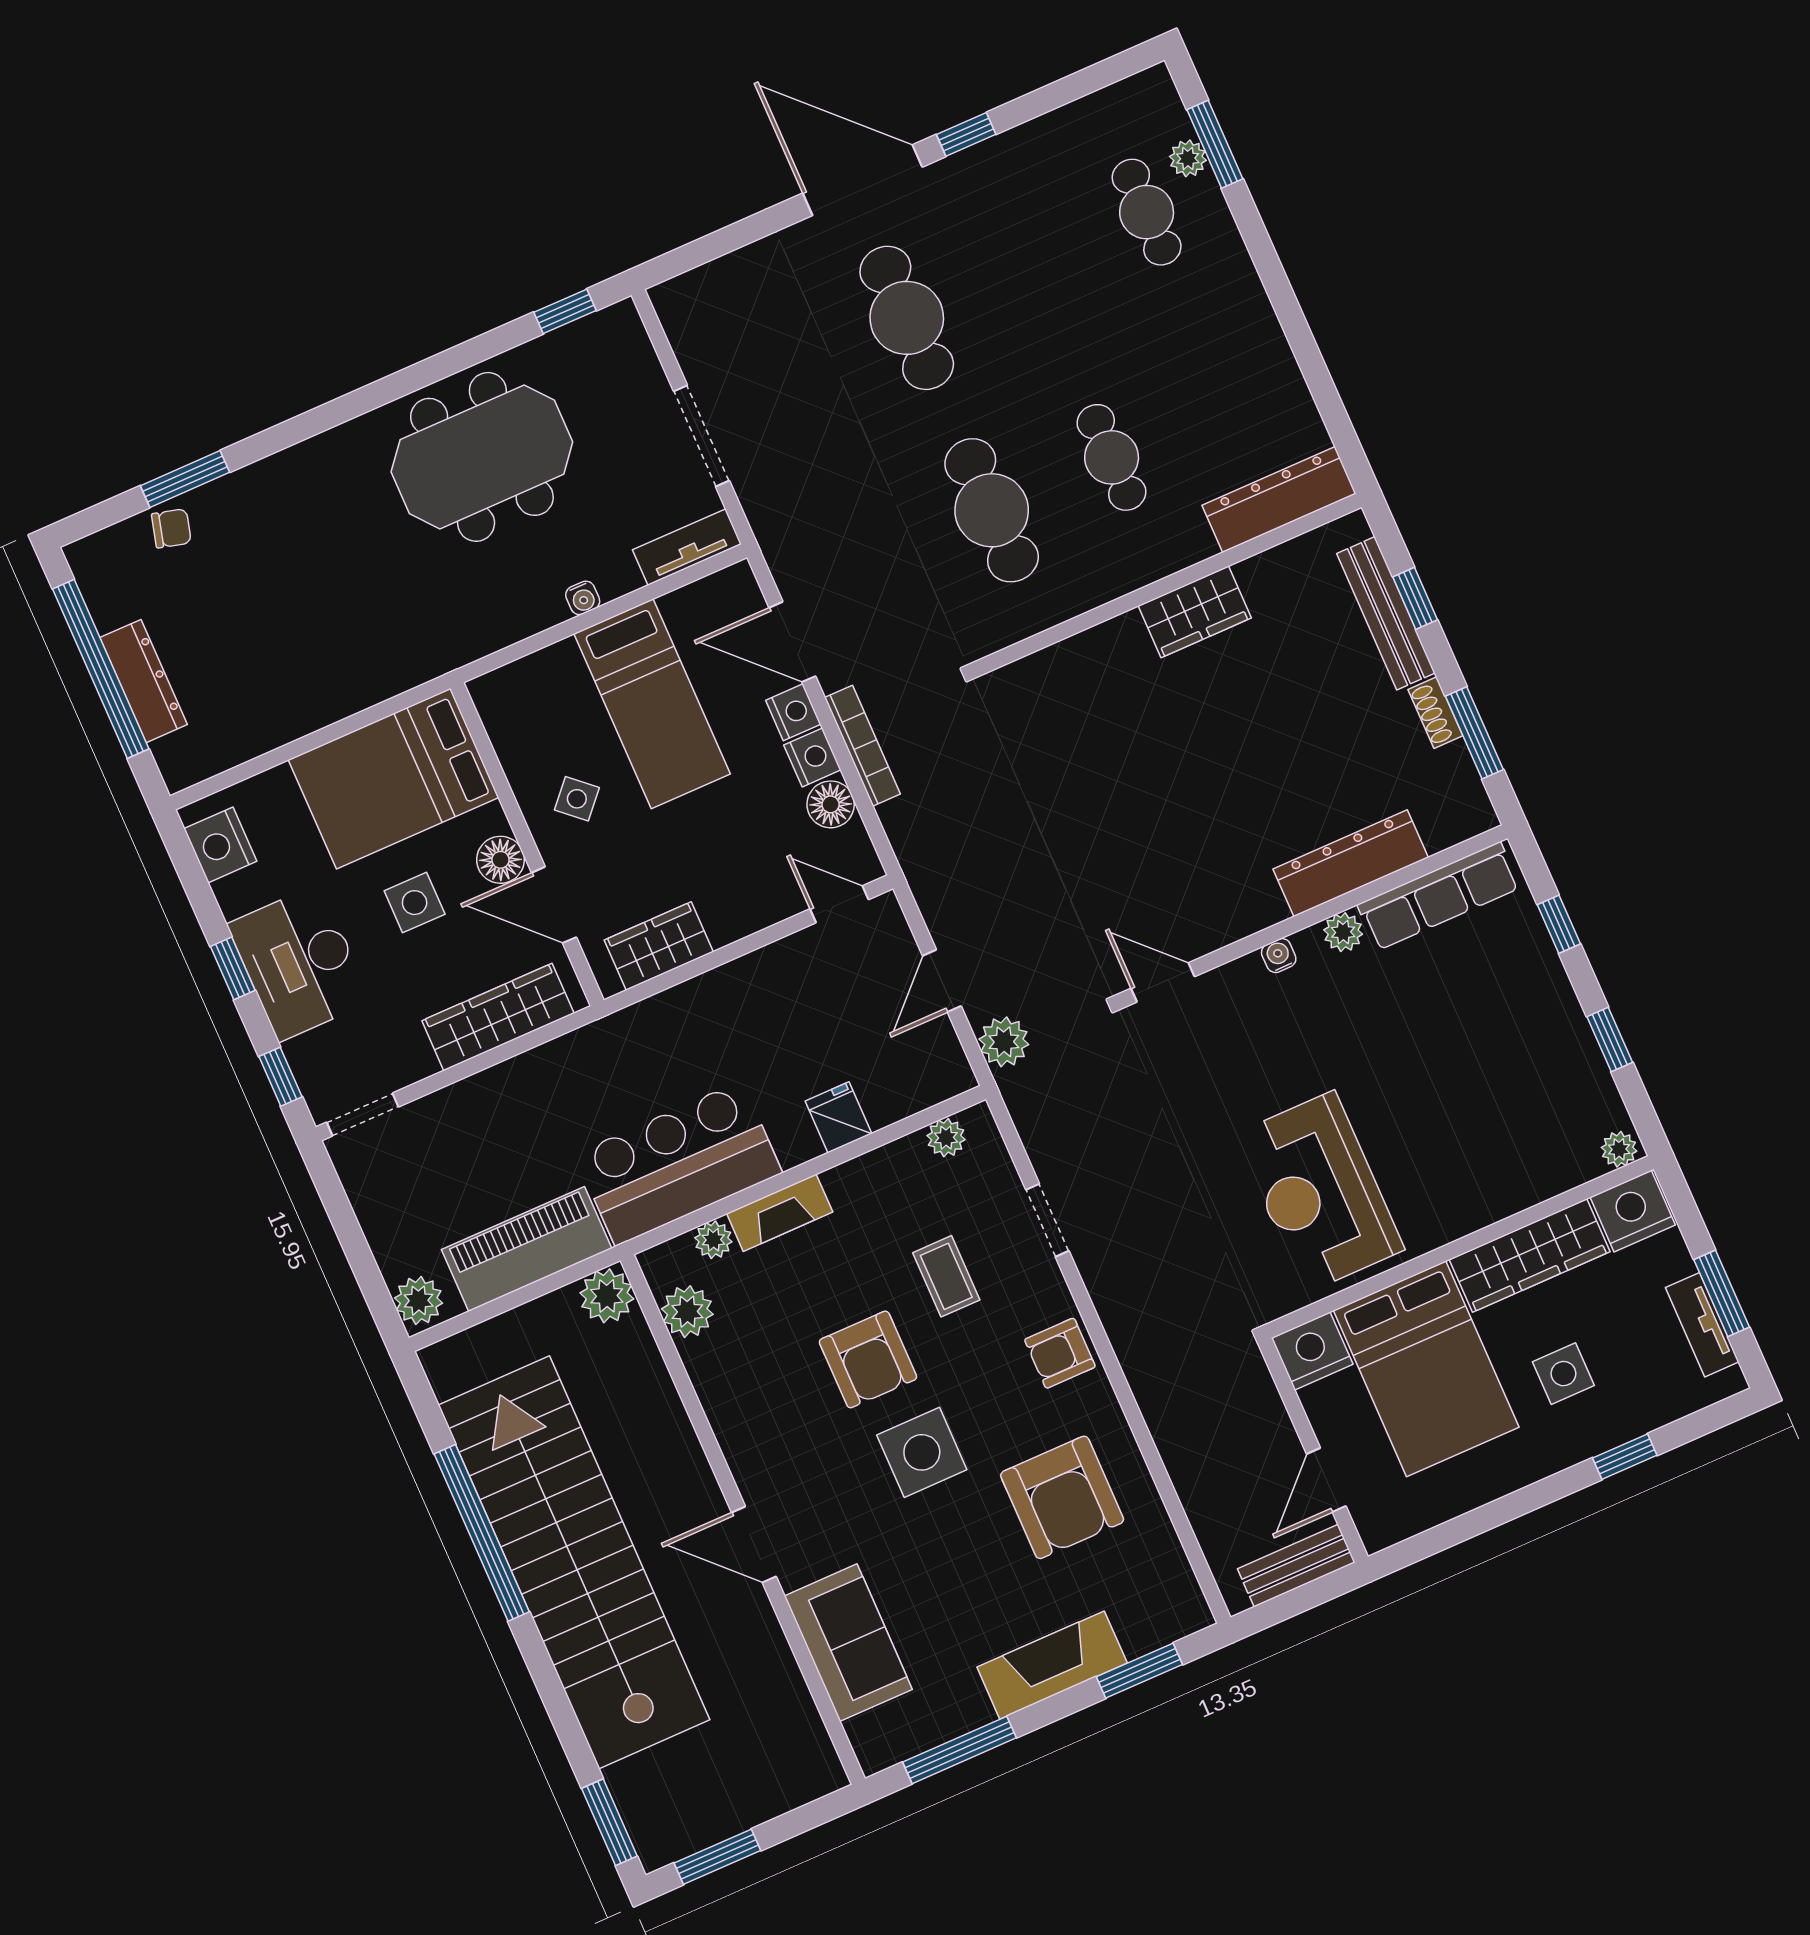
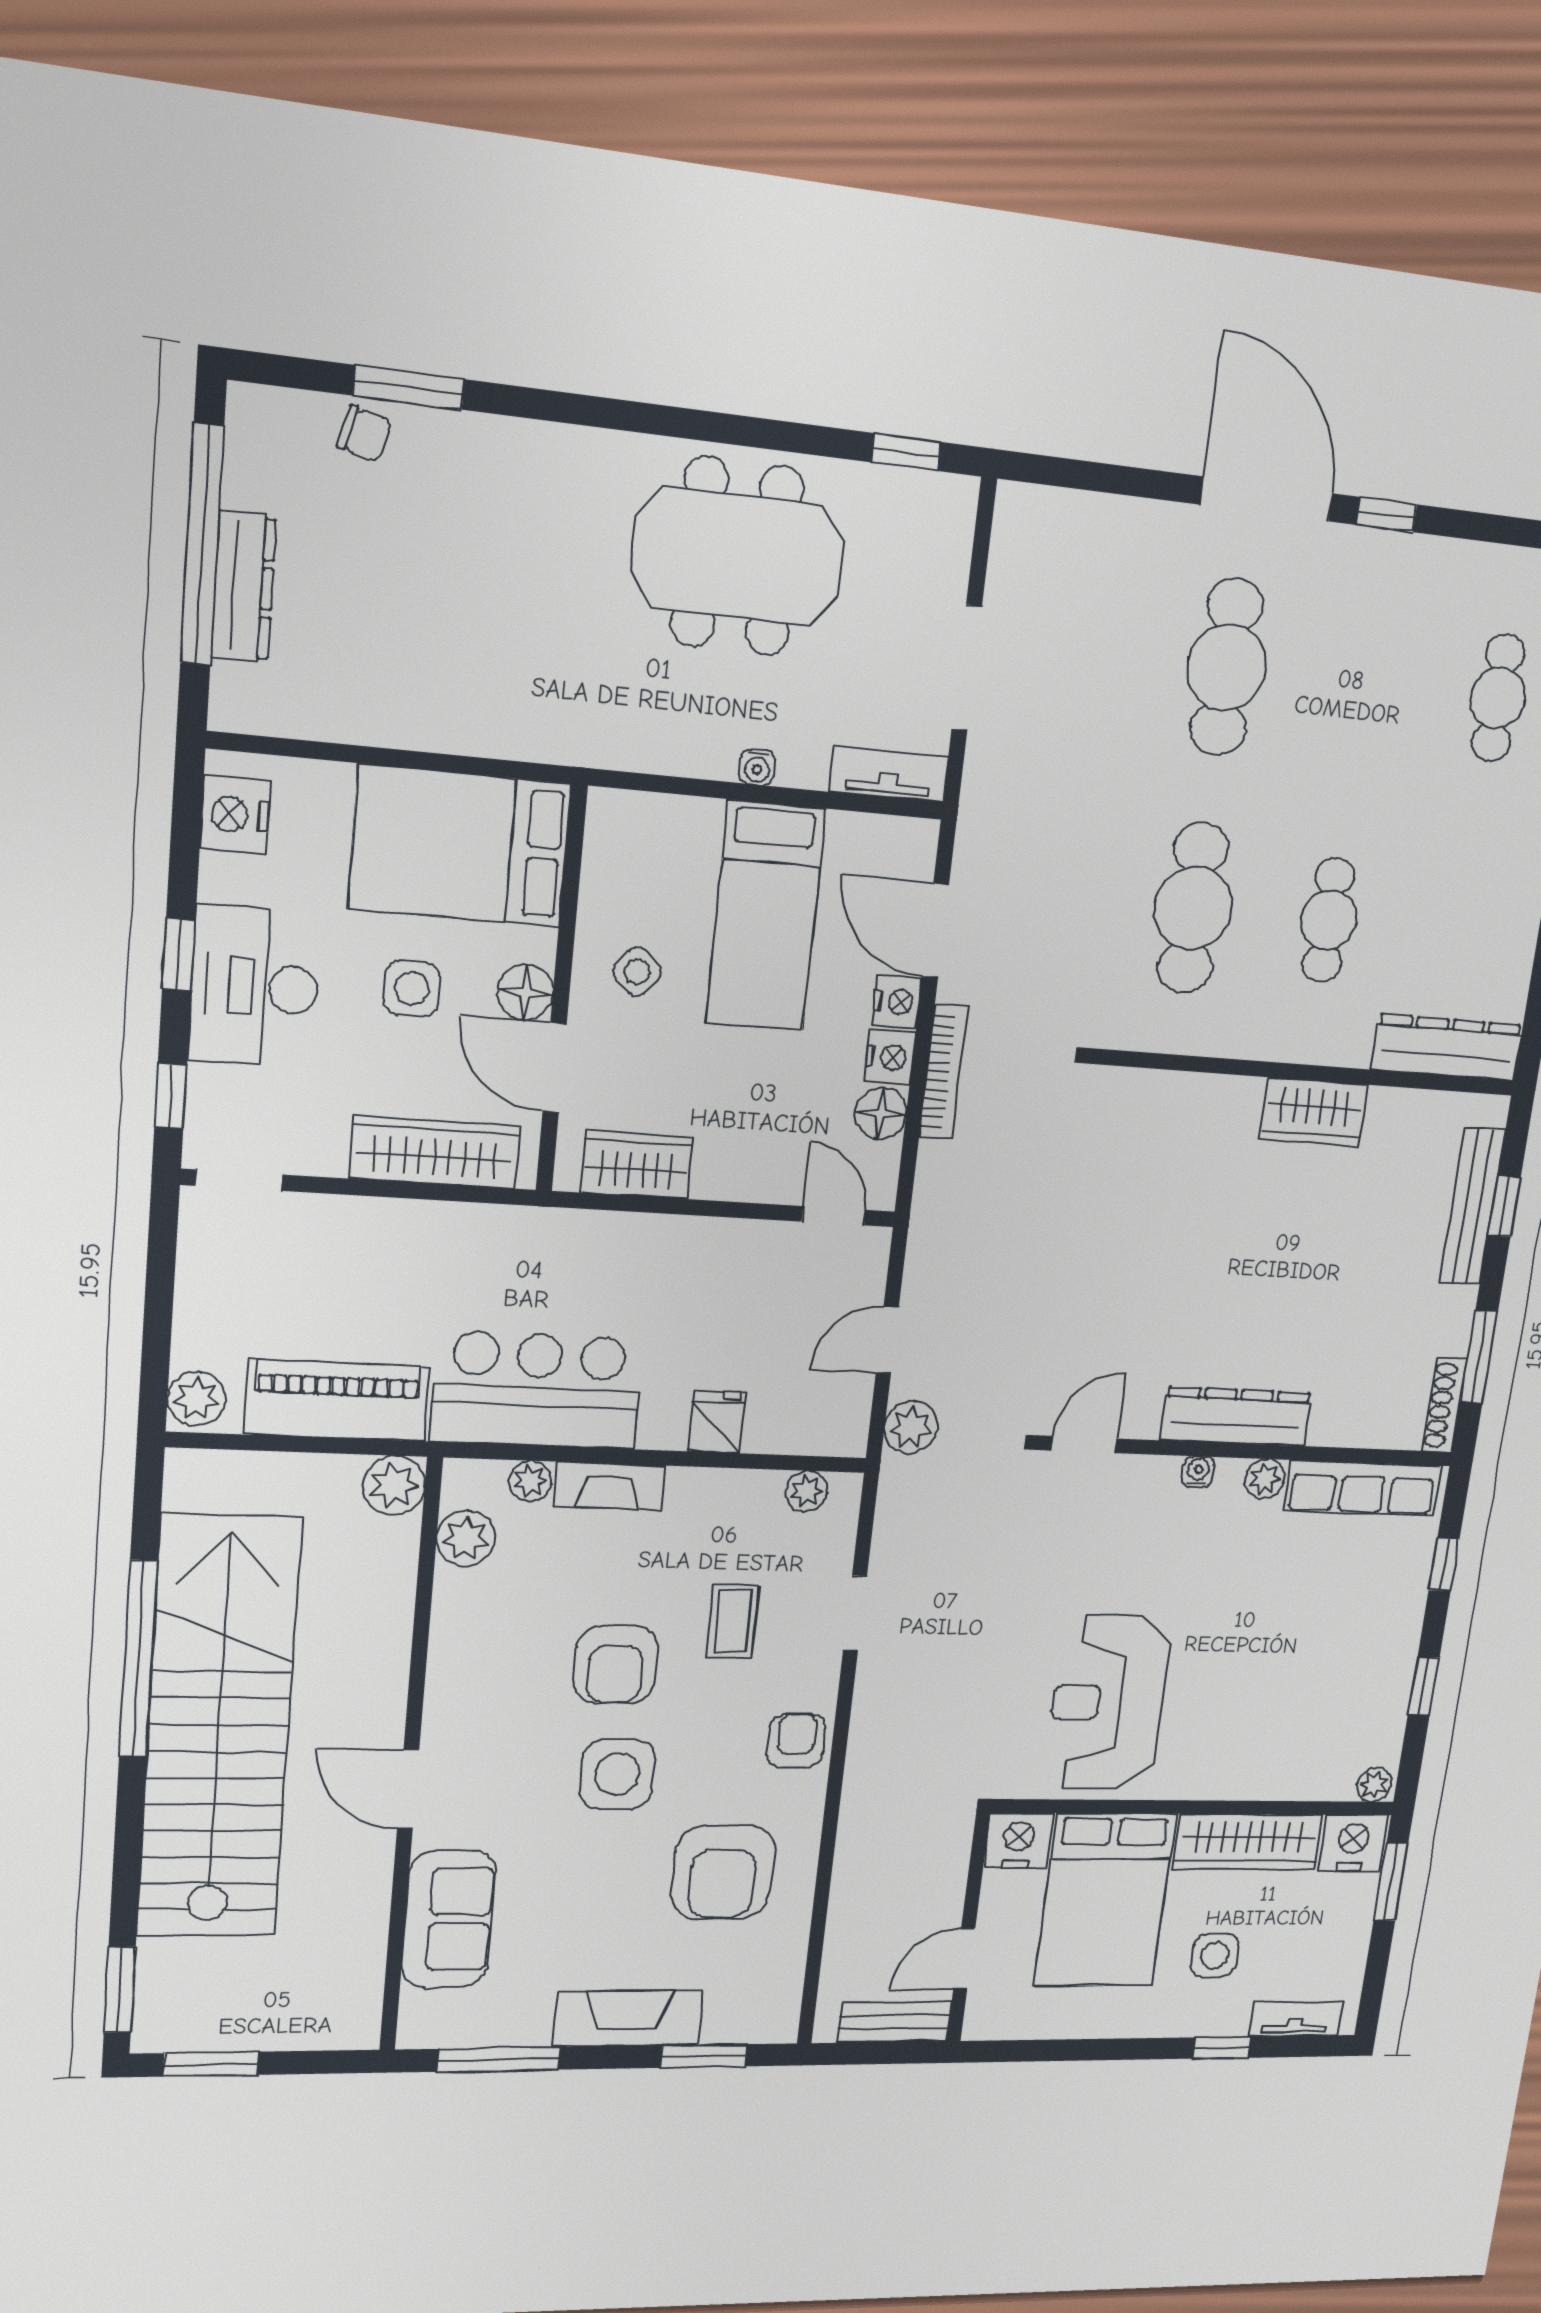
shoe rack: (1435, 713) -> (1445, 1405), moved, width x1.43
dresser: (1351, 863) -> (1236, 1417), moved
door: (1163, 982) -> (1084, 1445), hinge flipped
window: (1722, 1293) -> (1391, 1882), moved
tv unit: (1702, 1325) -> (1296, 2019), moved, turned 90
armchair: (1060, 1353) -> (796, 1741), turned 90

